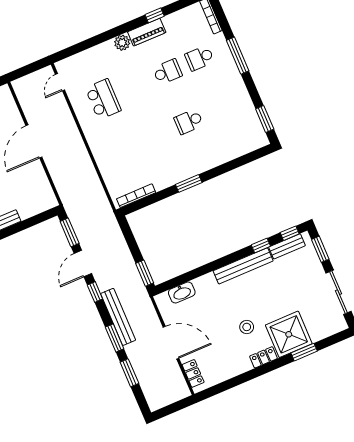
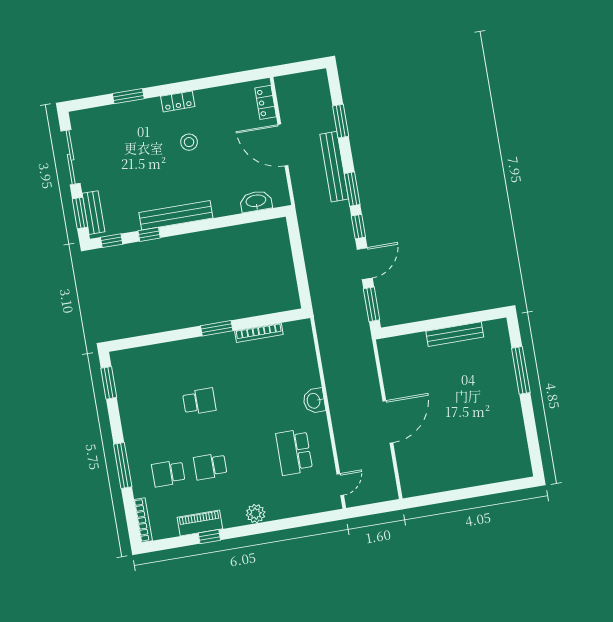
piano: (147, 32) -> (200, 523), moved
school desk: (200, 58) -> (168, 473), turned 180
washbasin: (97, 144) -> (314, 401), added
bookcase: (136, 196) -> (259, 333), moved
bench: (287, 246) -> (94, 213), moved, turned 90
window: (145, 273) -> (294, 235), removed
bench: (118, 317) -> (334, 167), moved
shower: (289, 334) -> (141, 121), removed
window: (115, 338) -> (352, 189), moved

